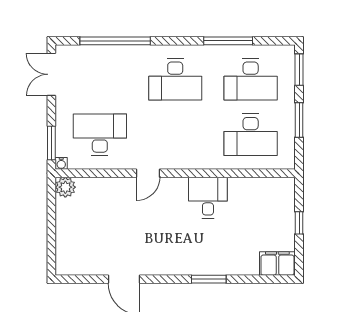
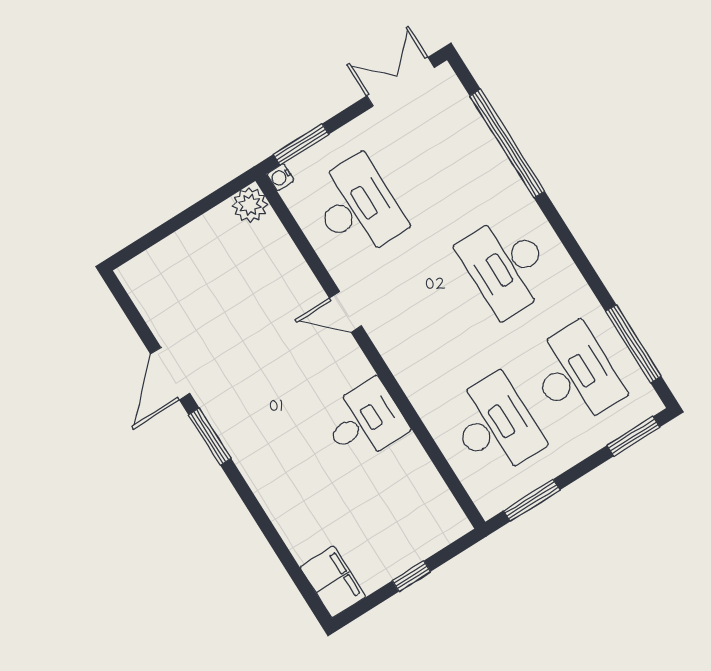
window: (228, 41) -> (633, 344), moved
desk: (251, 79) -> (575, 375), turned 180
window: (299, 120) -> (532, 500), moved
desk: (251, 135) -> (495, 425), turned 180
window: (209, 279) -> (210, 437), moved

